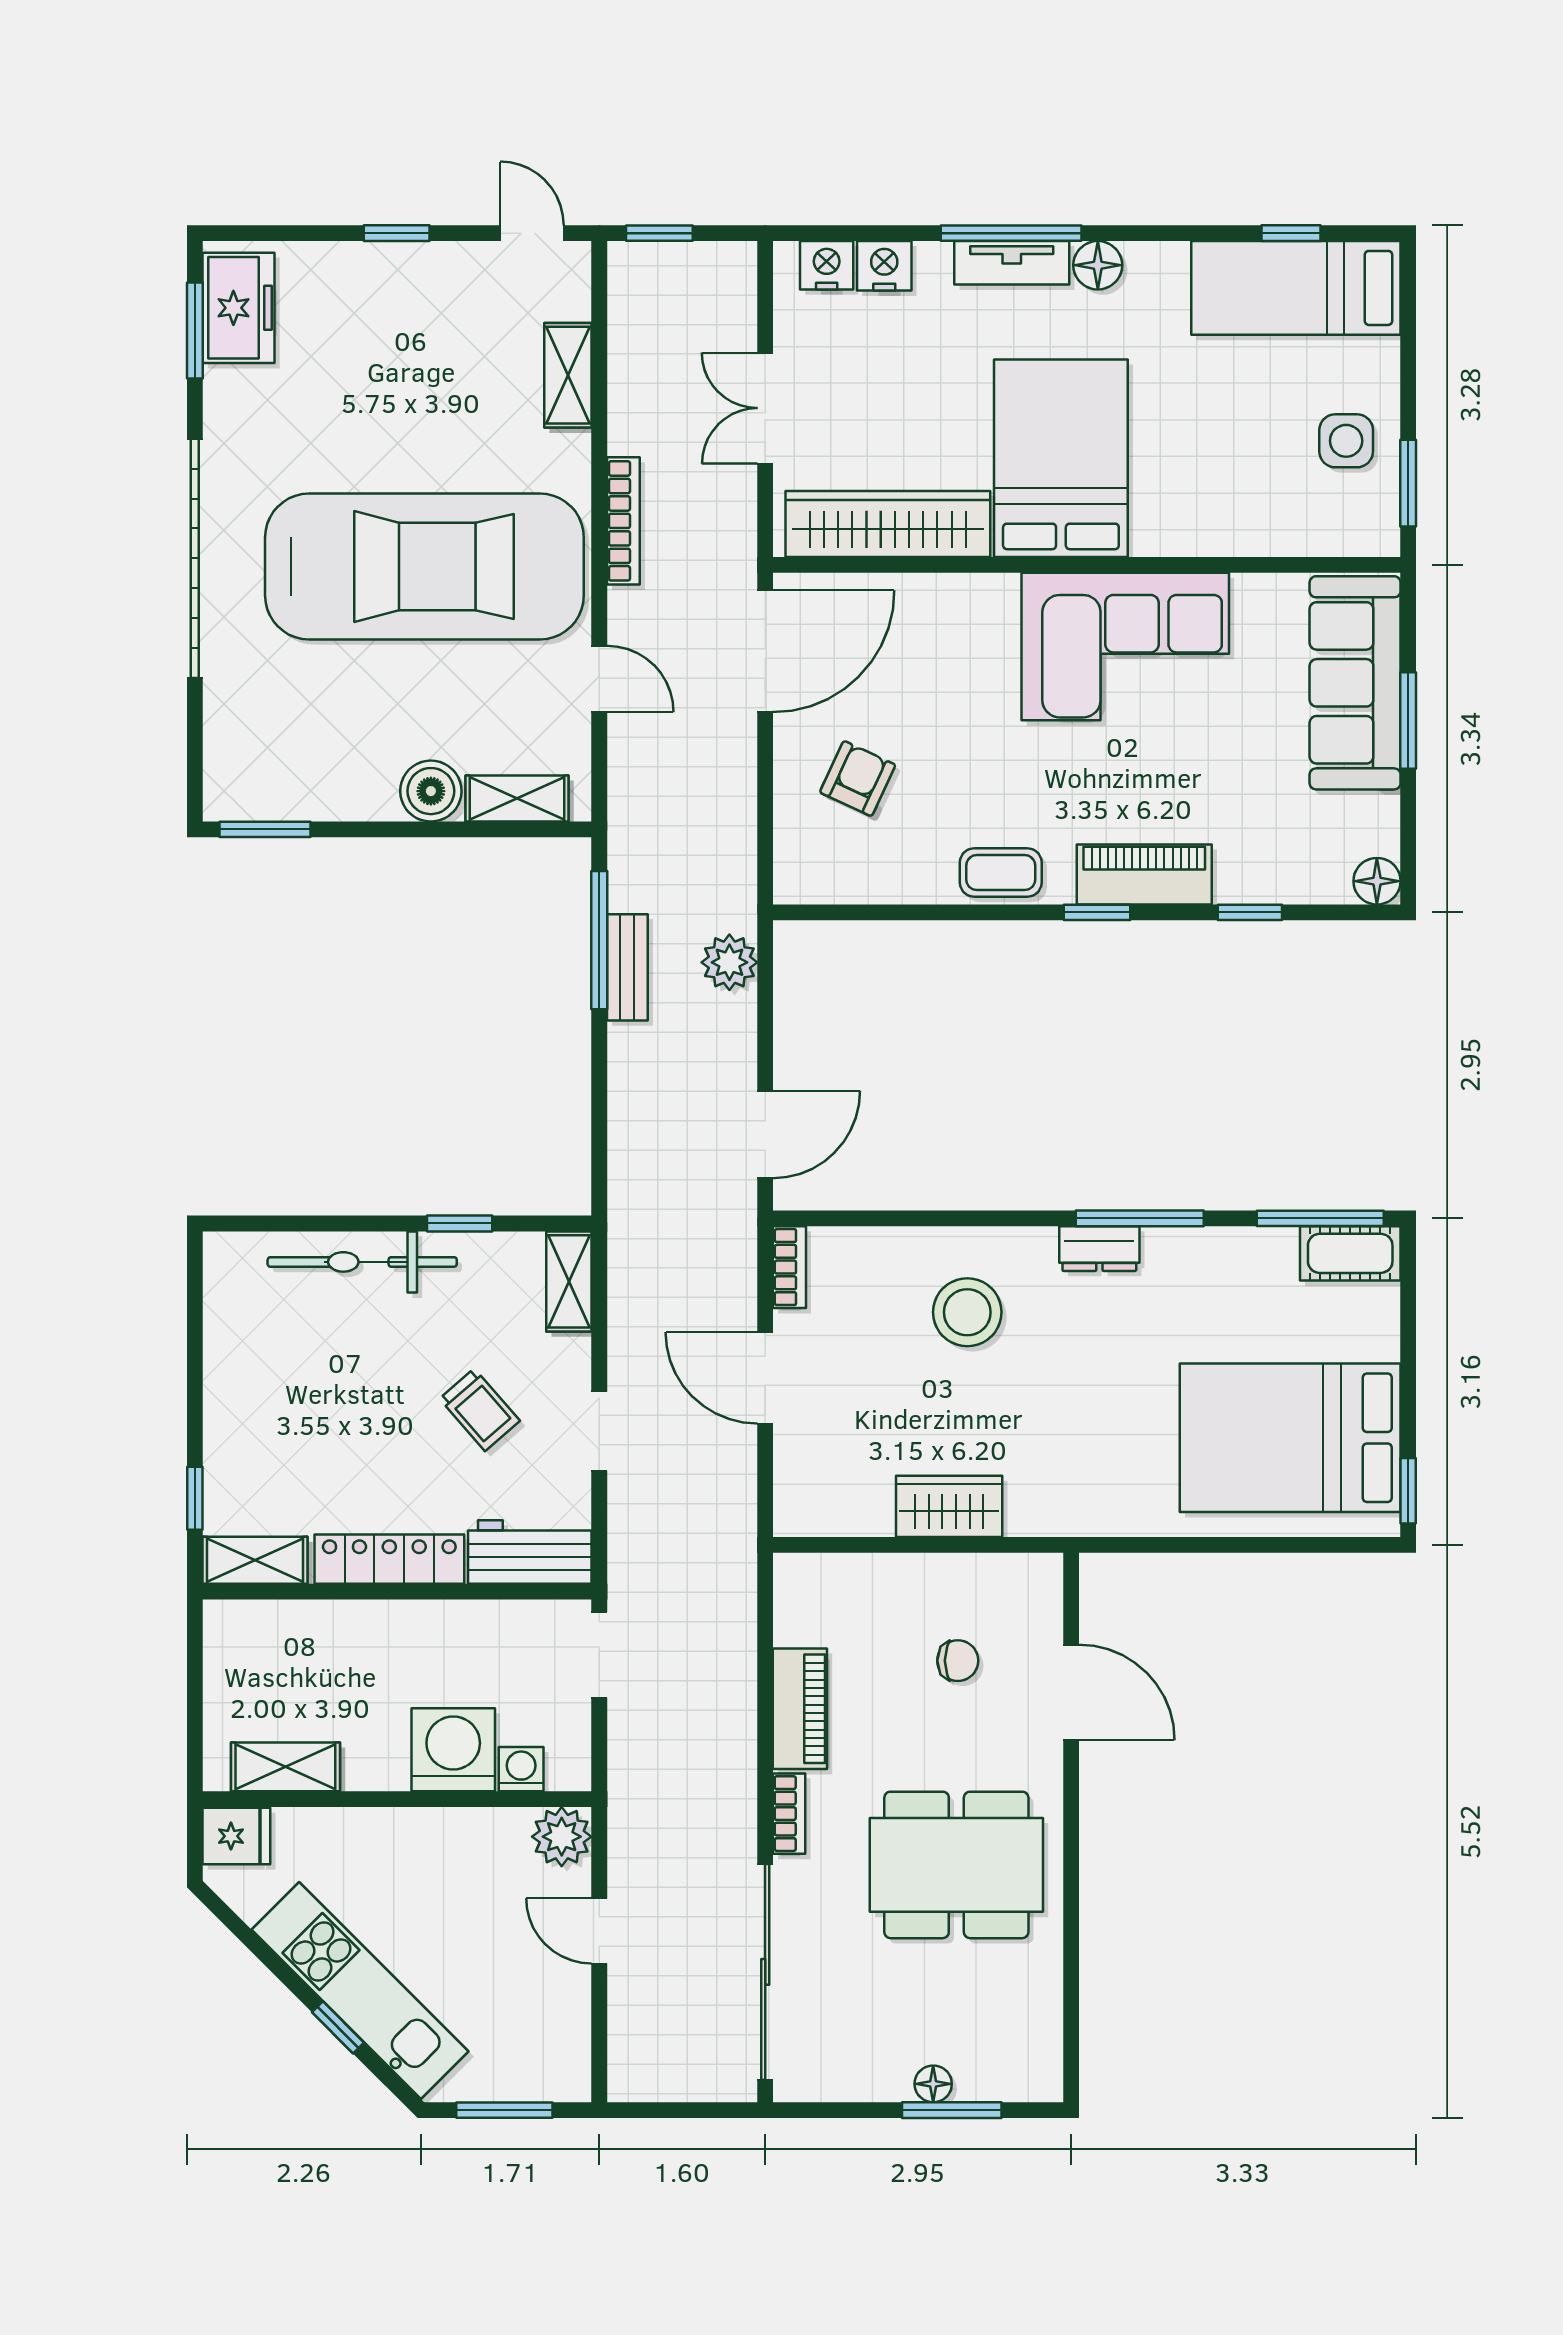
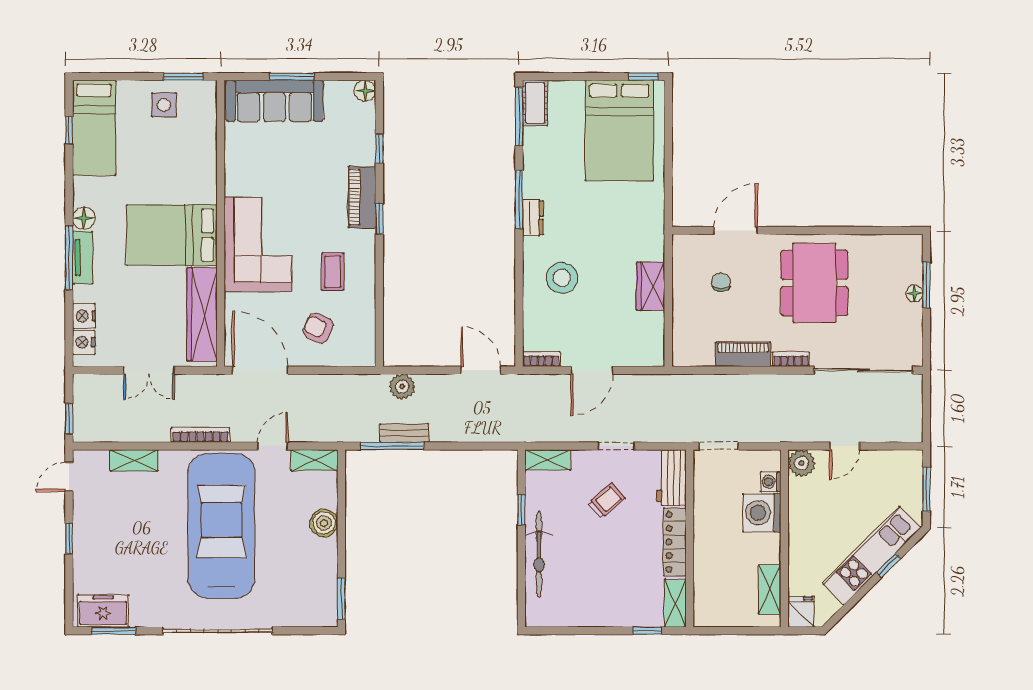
corner sofa: (1125, 647) -> (258, 244), moved
shelving: (517, 798) -> (314, 460), moved, turned 90
coffee table: (1001, 873) -> (333, 272), moved

